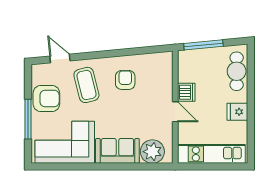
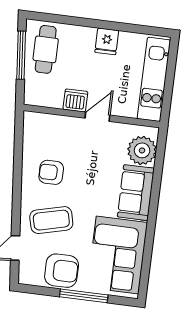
window: (203, 45) -> (21, 55), moved
cafe table: (237, 71) -> (46, 49), moved, turned 90
armchair: (46, 99) -> (62, 271), turned 90

